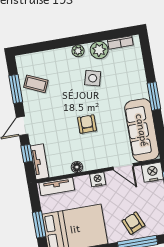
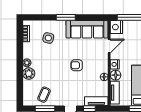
plant: (99, 50) -> (29, 74), moved
side table: (93, 78) -> (48, 38), moved
floor lamp: (82, 183) -> (116, 75), added

